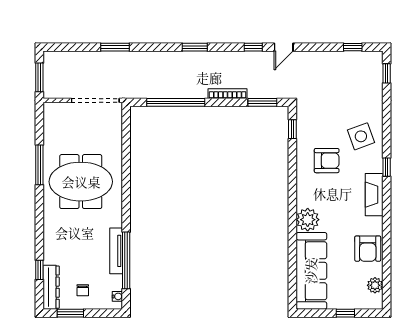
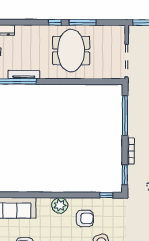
armchair: (327, 161) -> (85, 218), turned -90
plant: (308, 220) -> (60, 205), moved
window: (39, 270) -> (55, 22), moved

